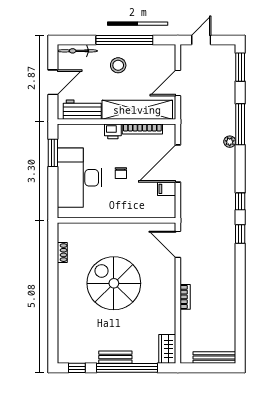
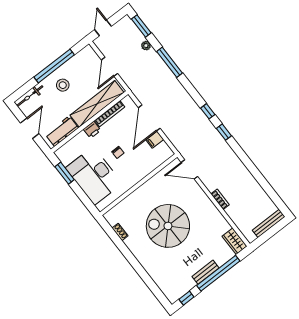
plant: (230, 142) -> (146, 46), moved

